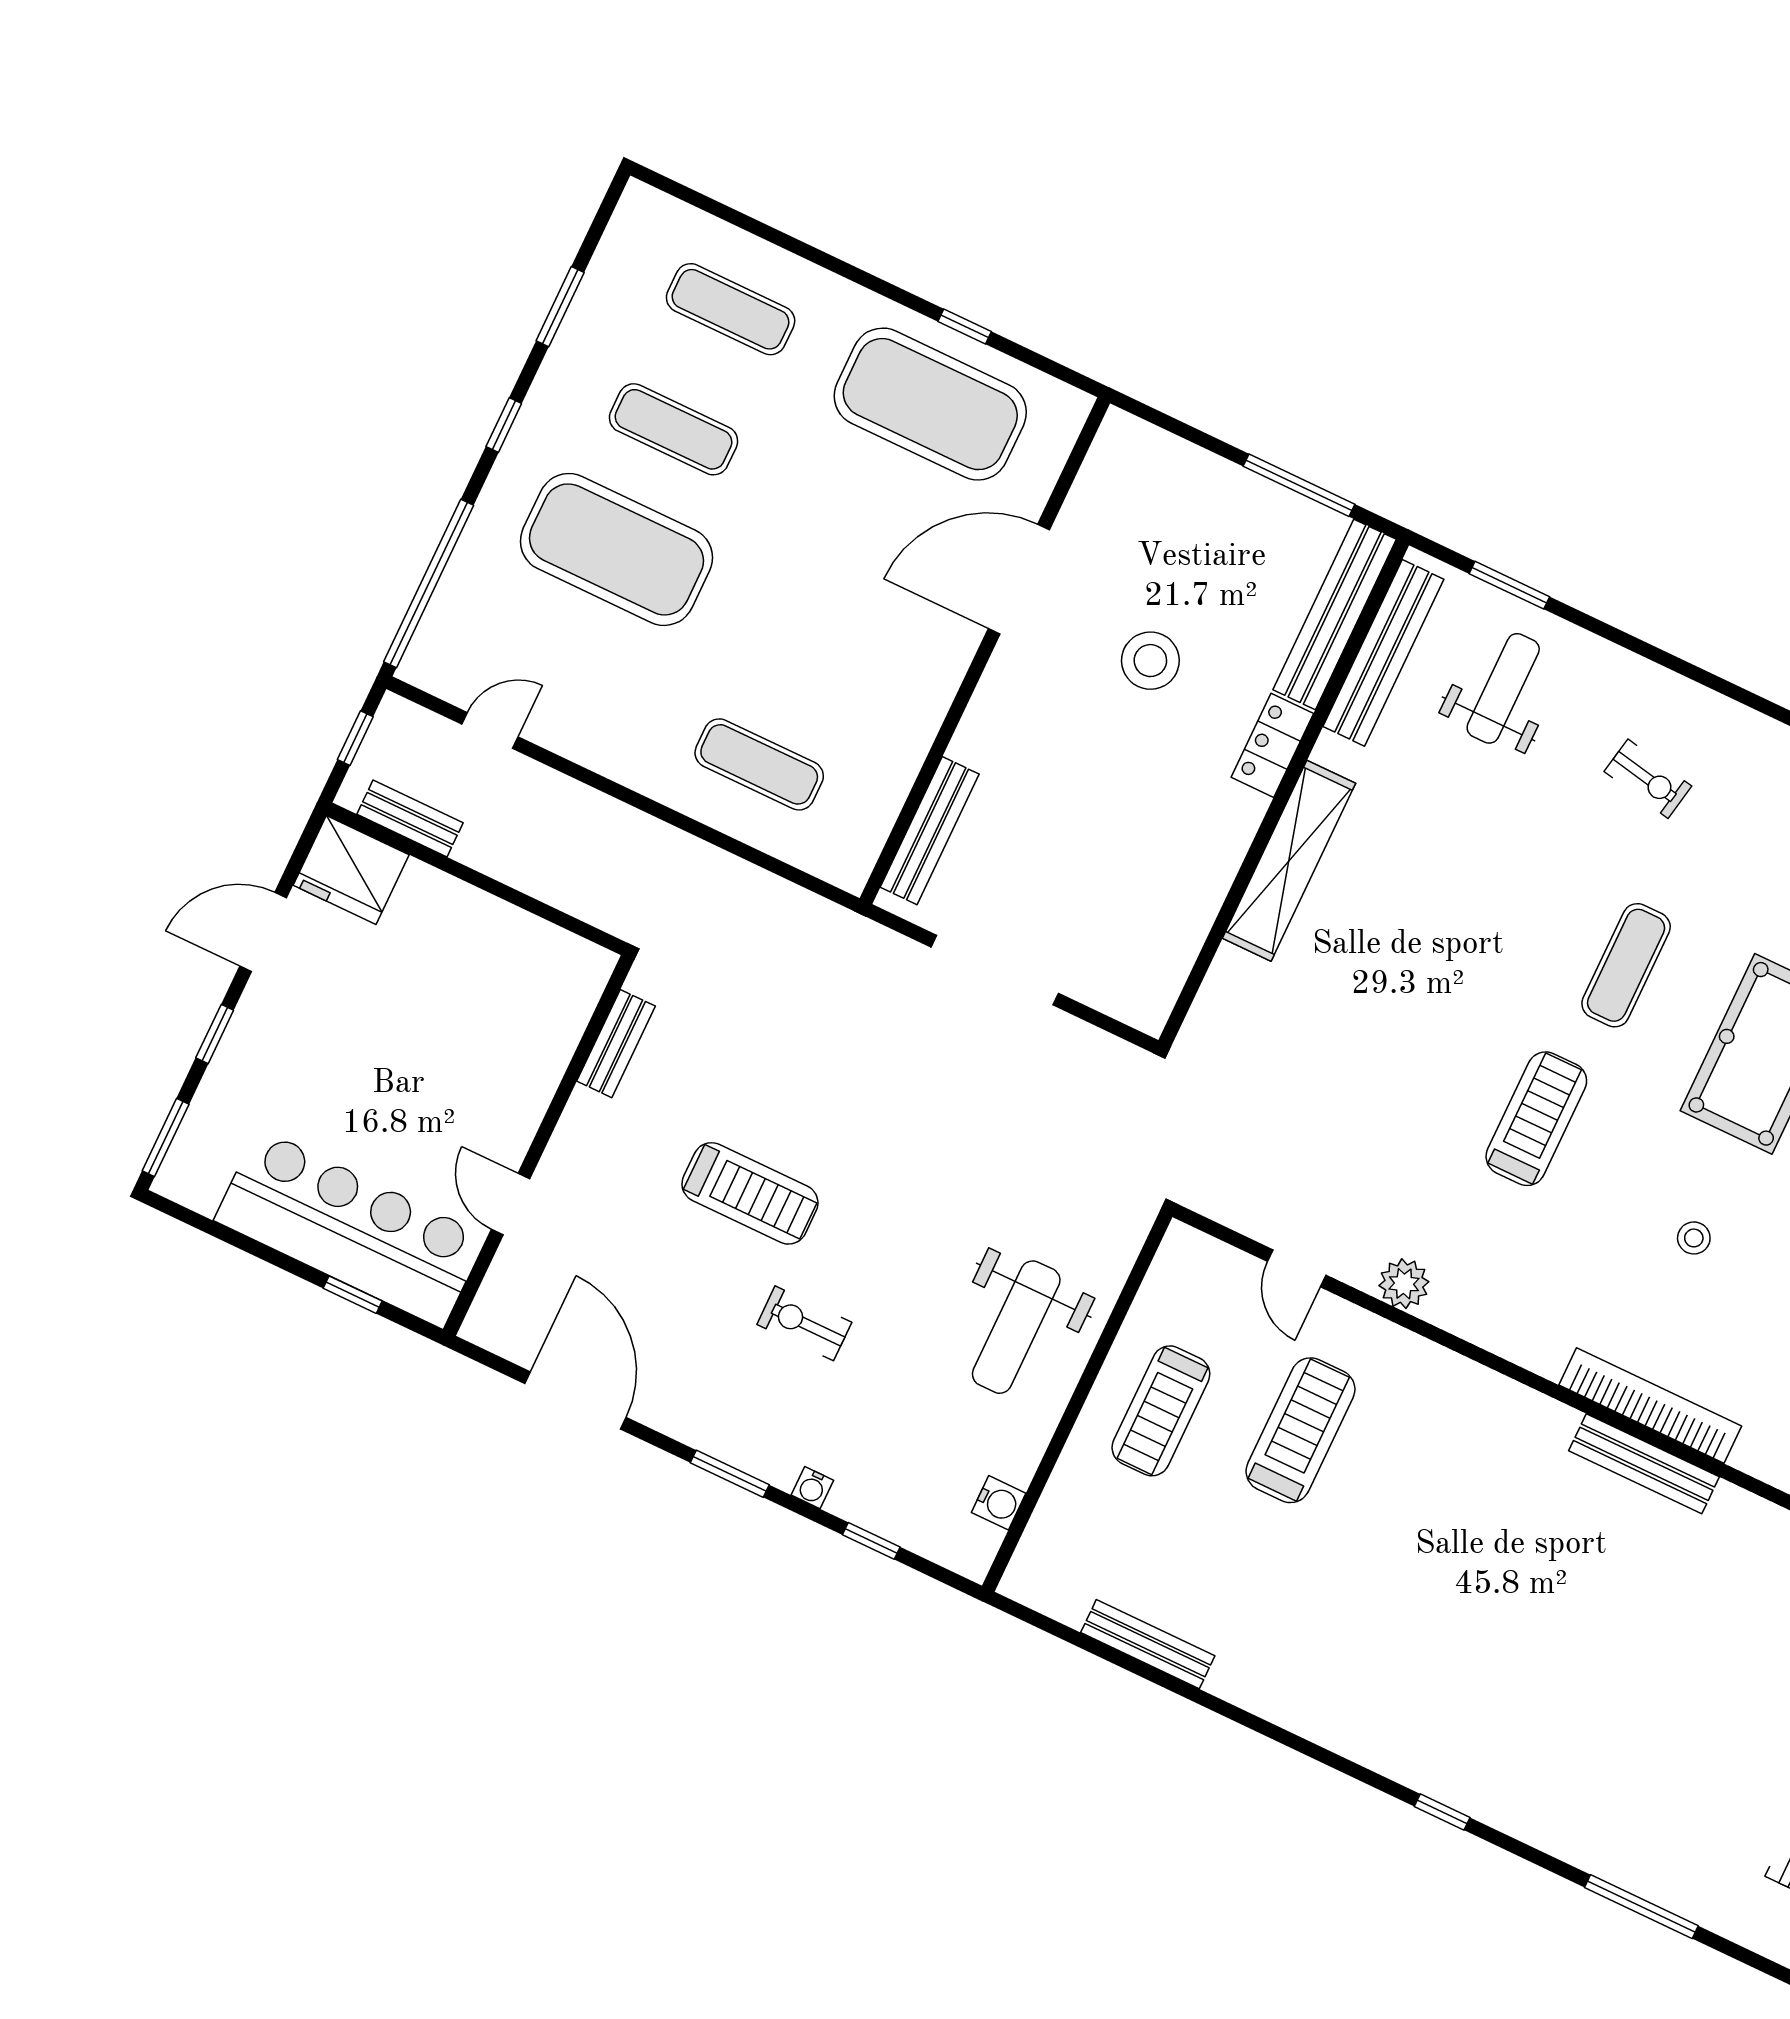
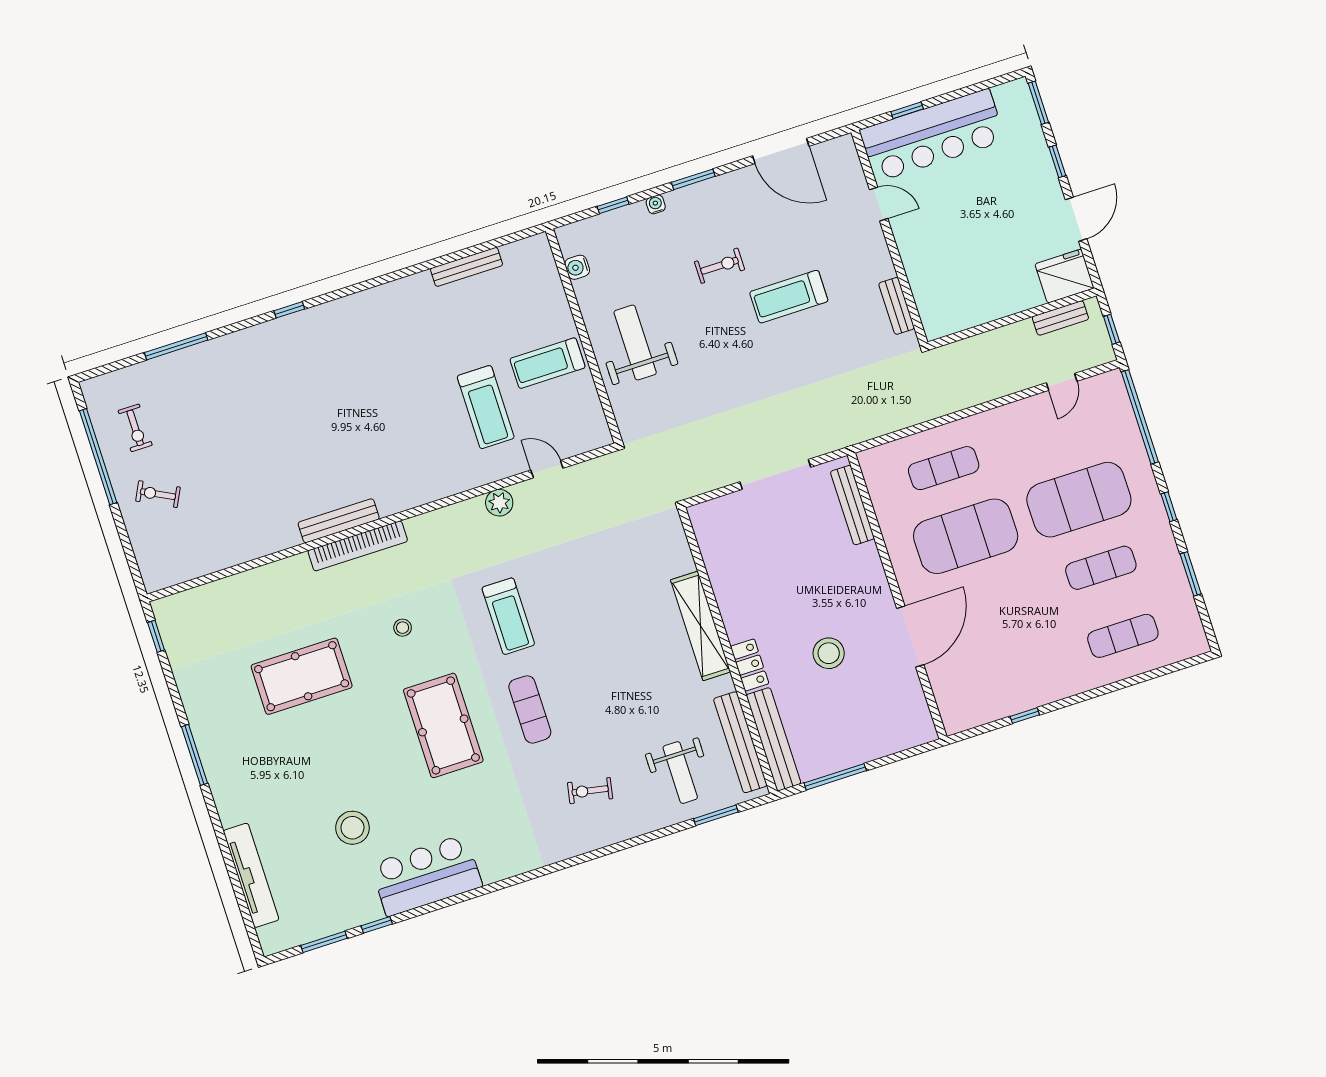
exercise mat: (930, 404) -> (966, 536), moved
treadmill: (1161, 1411) -> (547, 363), turned -90

